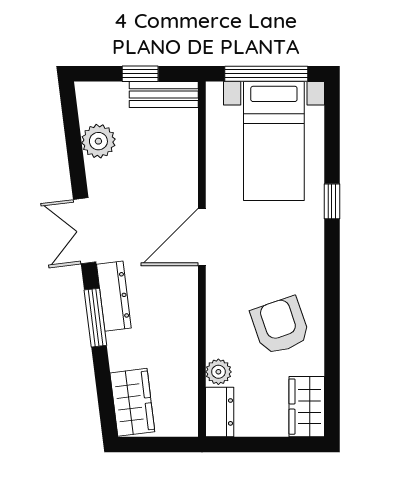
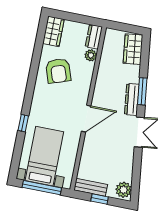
plant: (98, 141) -> (124, 190), moved

